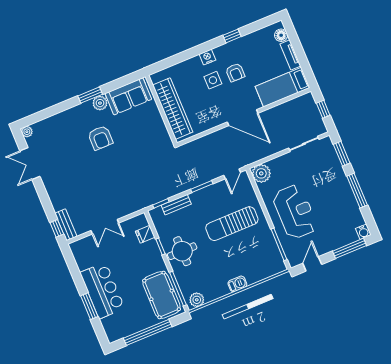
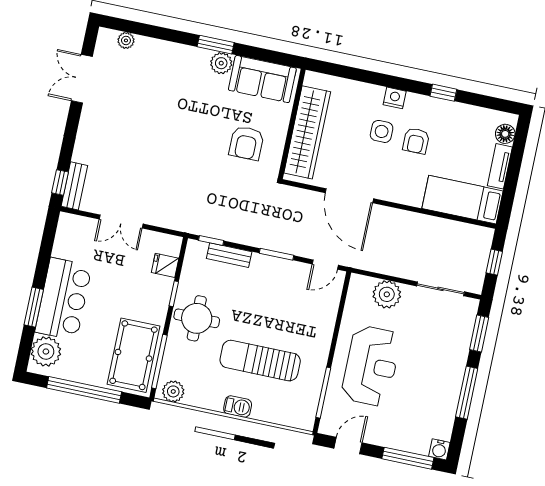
door: (243, 118) -> (349, 196), moved
plant: (27, 132) -> (126, 40), moved
armchair: (100, 138) -> (246, 143), moved
plant: (261, 173) -> (387, 294), moved
sun lounger: (232, 224) -> (260, 361), moved
plant: (112, 326) -> (46, 351), added

